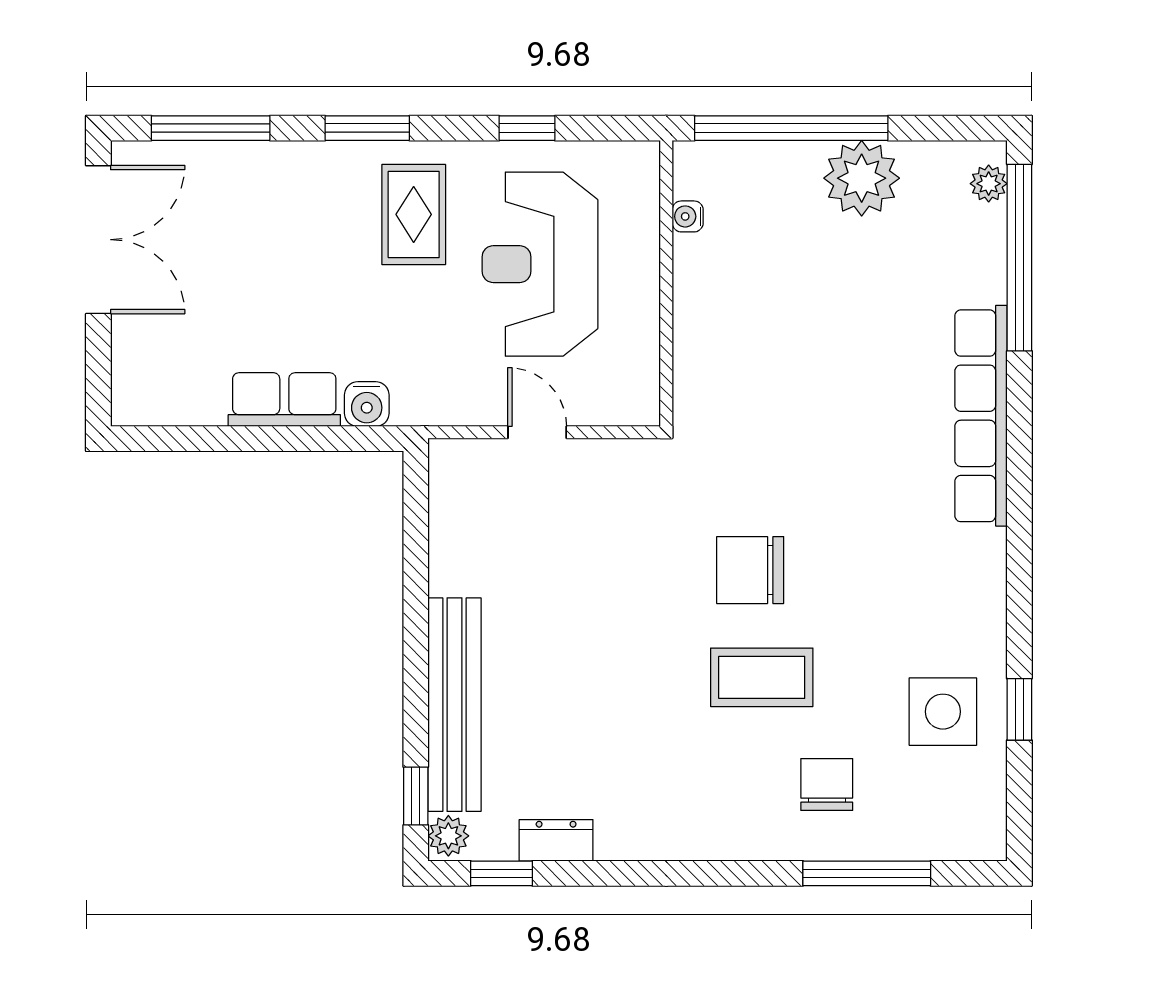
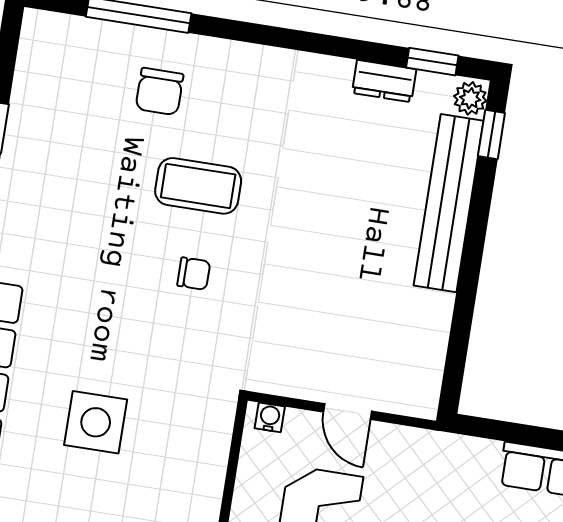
water cooler: (367, 404) -> (270, 417), moved, width x0.72, depth x0.72
chair: (750, 570) -> (194, 274), width x0.54, depth x0.54
side table: (943, 712) -> (96, 422), moved

